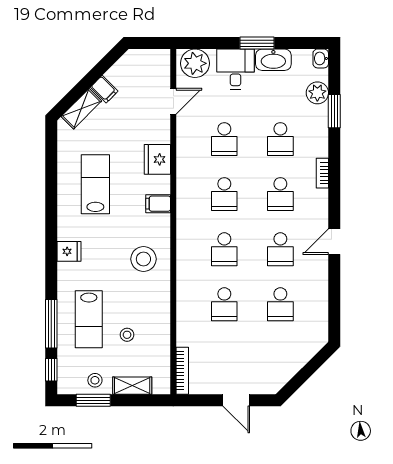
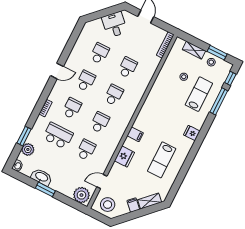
desk: (236, 69) -> (114, 25), moved, turned 135
school desk: (280, 139) -> (58, 136), width x1.85
stool: (143, 259) -> (108, 205), moved

